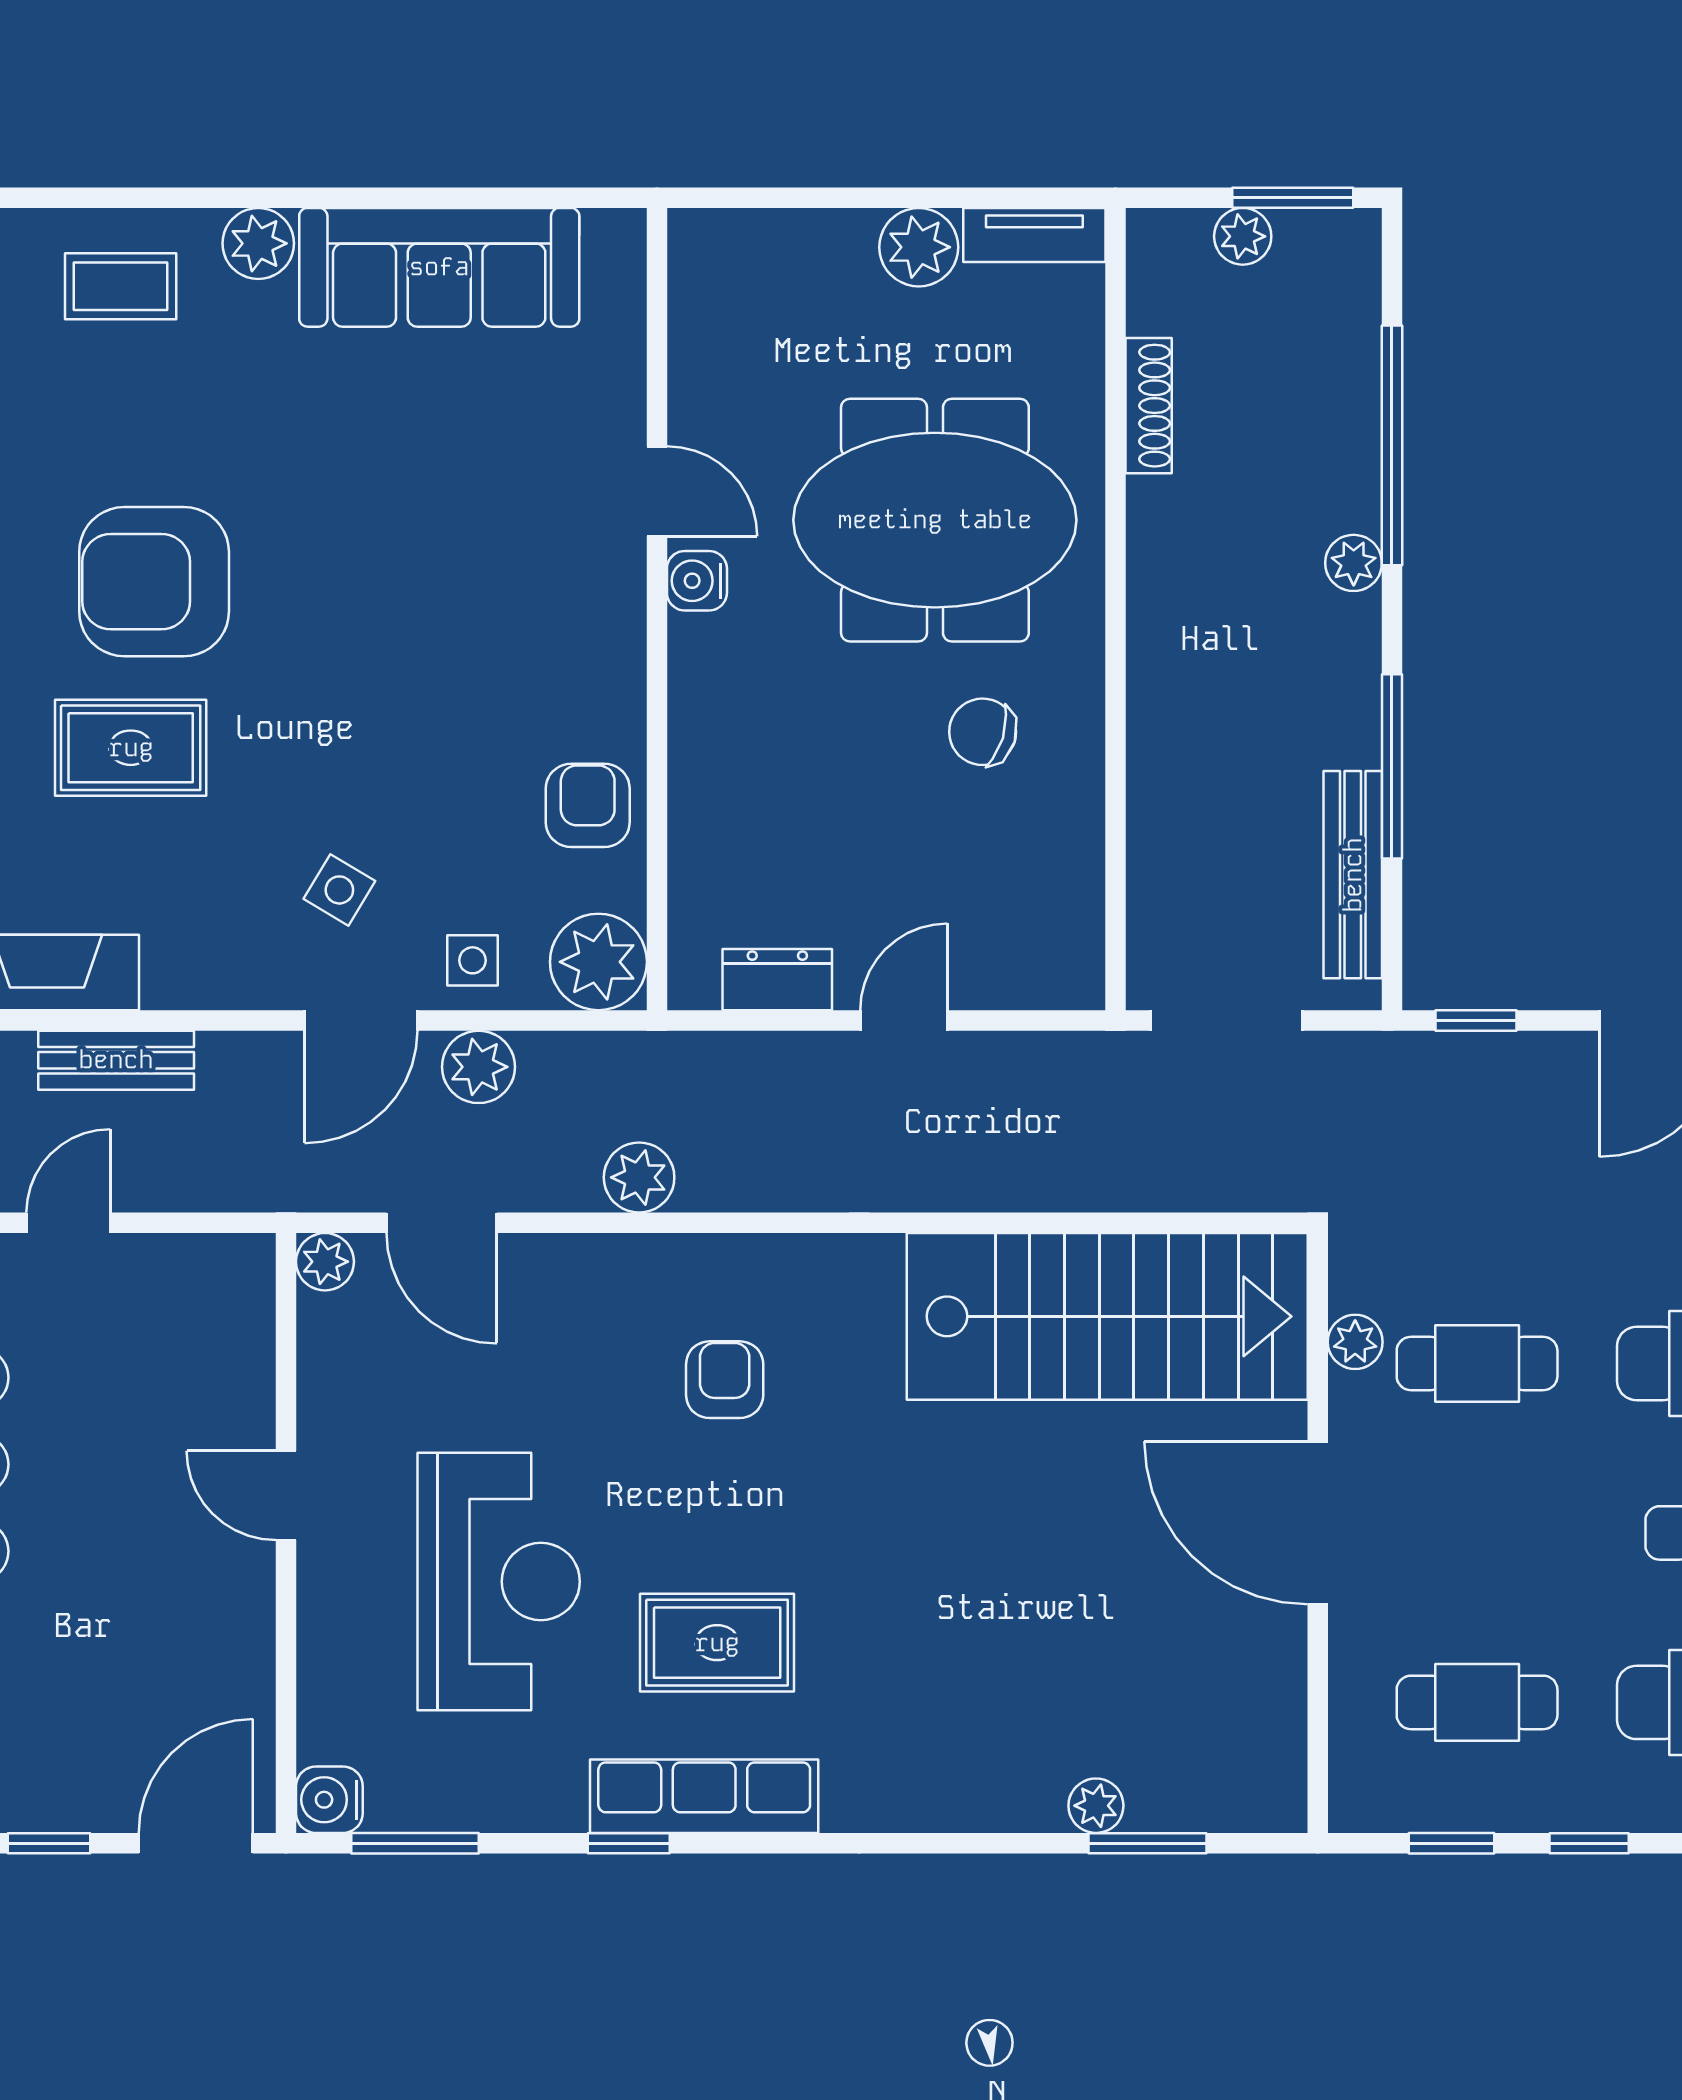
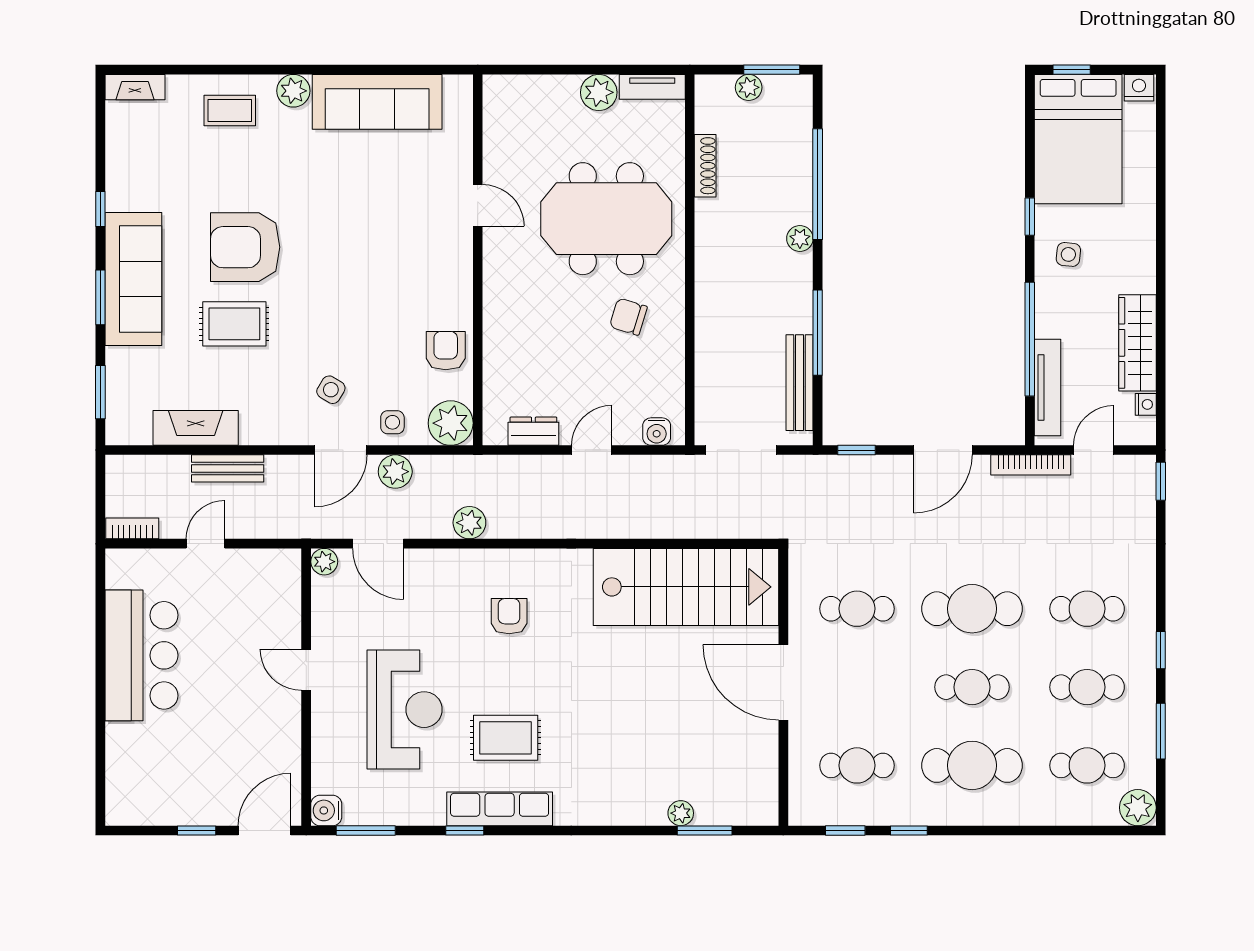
water cooler: (697, 581) -> (657, 432), moved, turned -90
plant: (1355, 1342) -> (801, 599), removed

